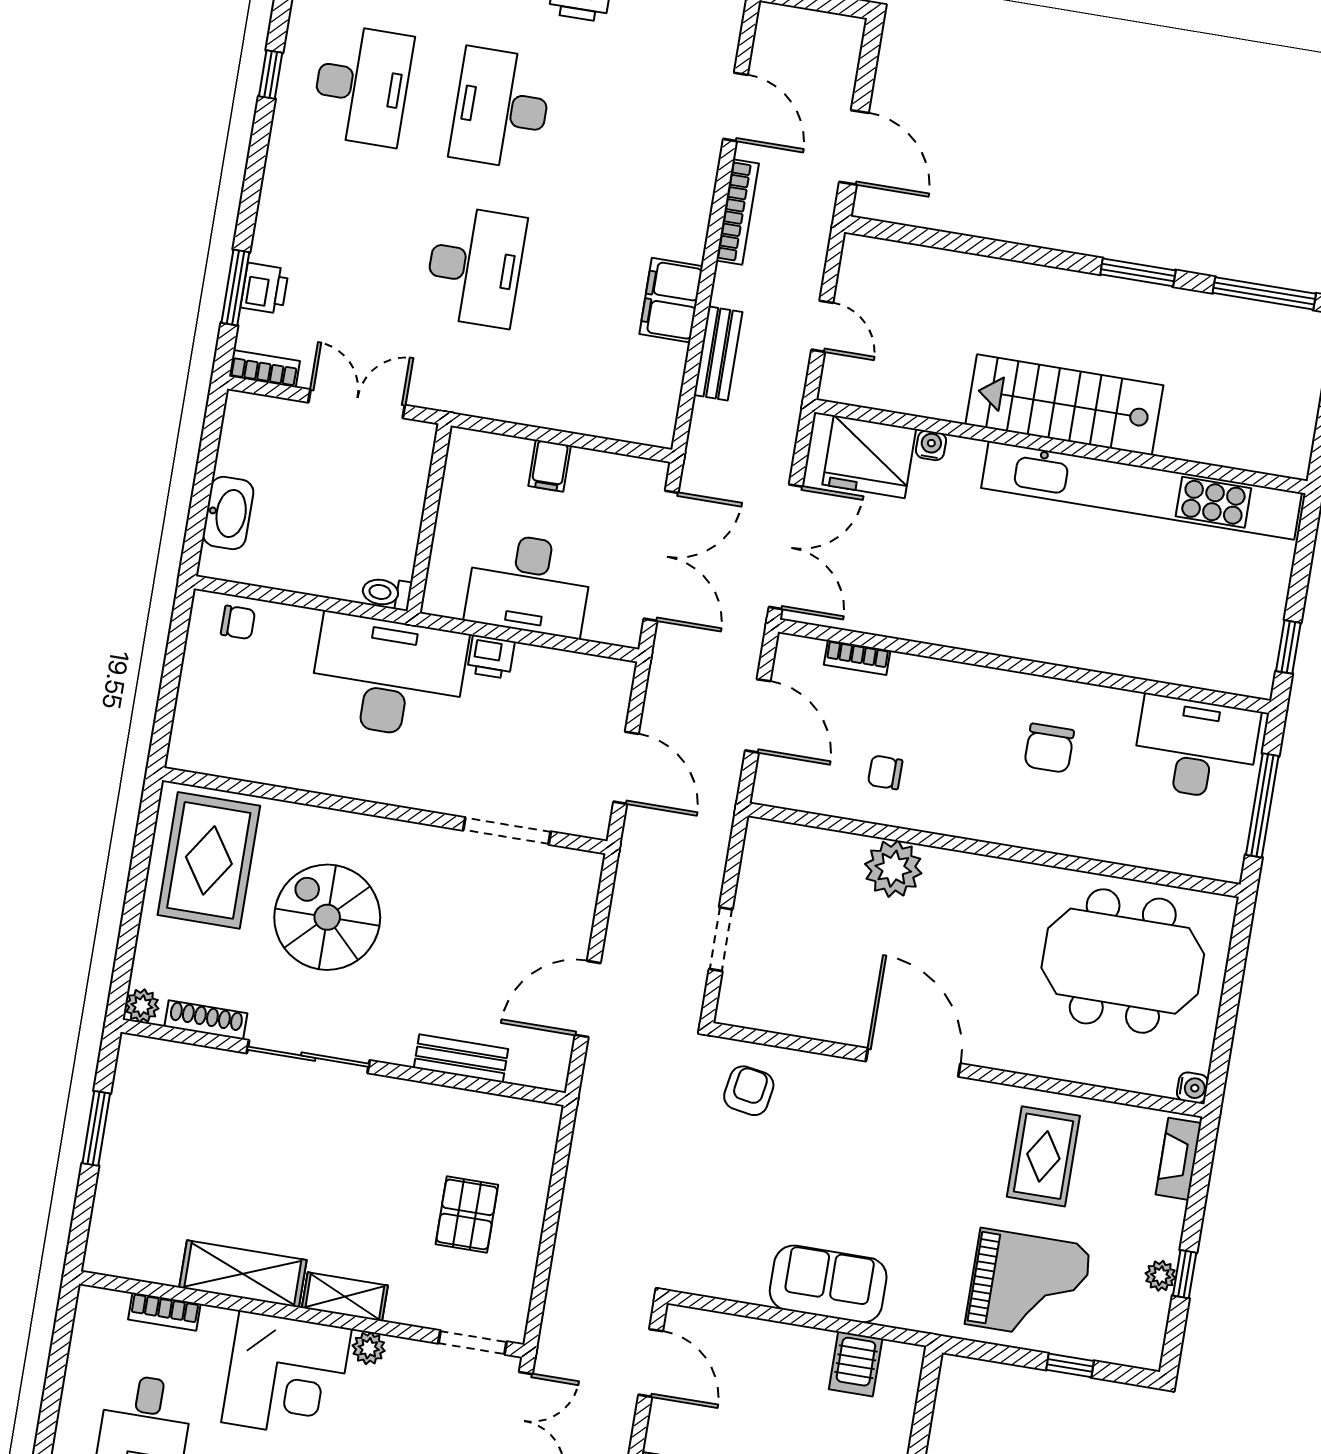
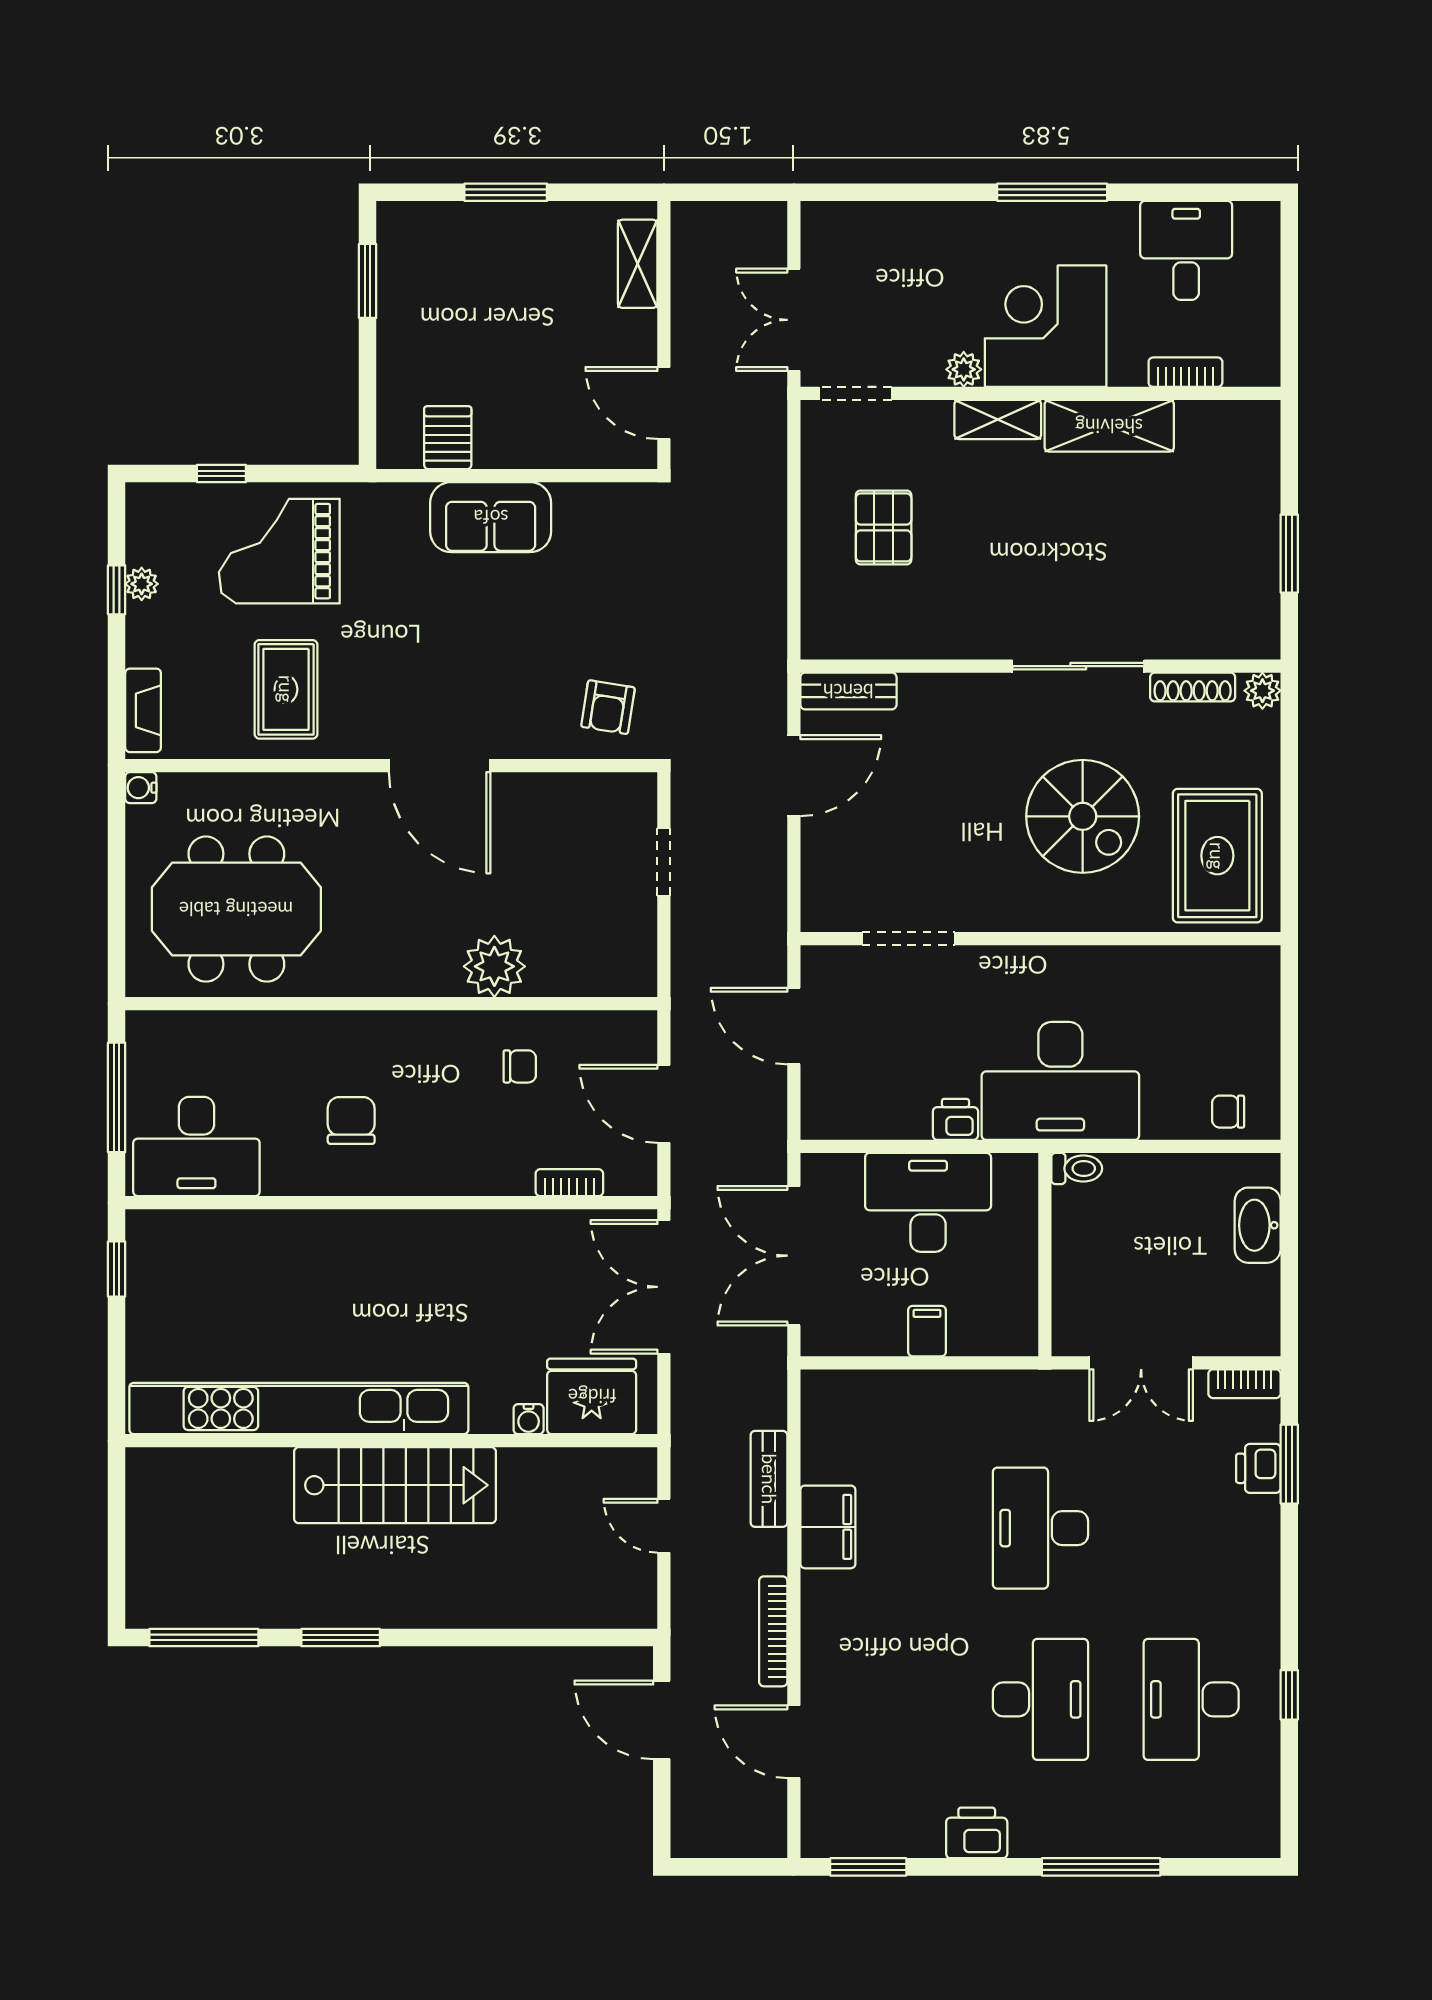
bench: (461, 1058) -> (848, 691), moved

